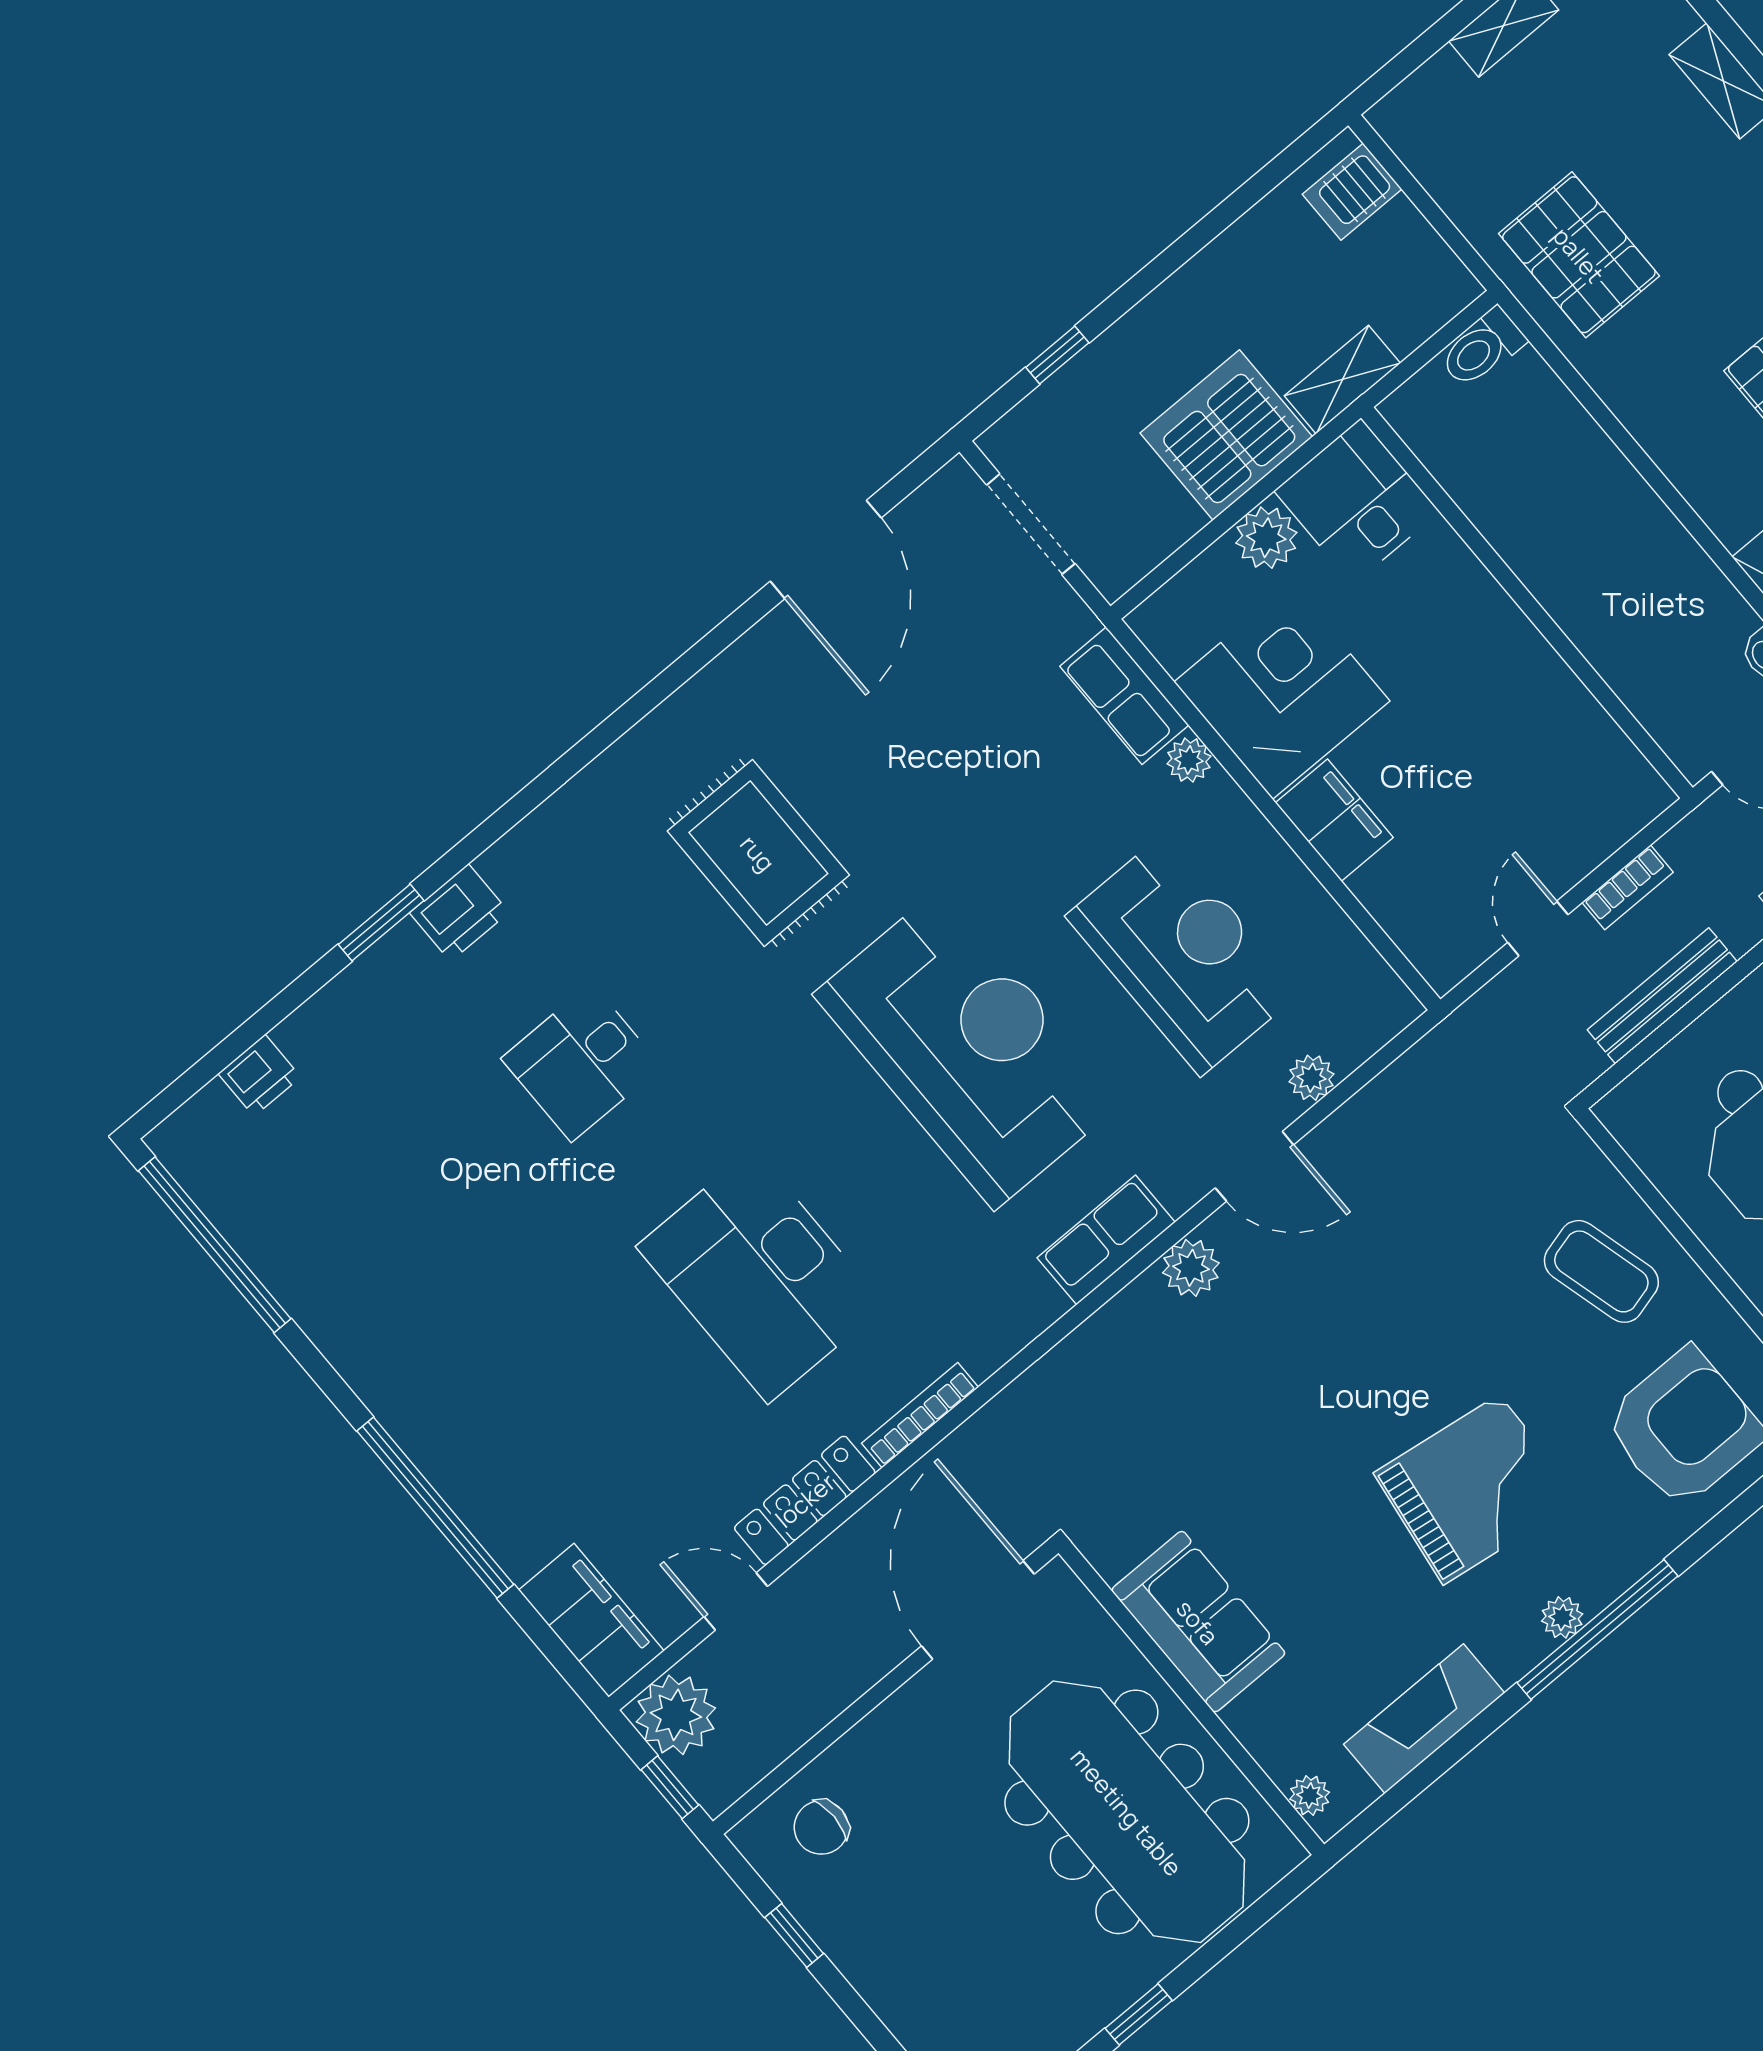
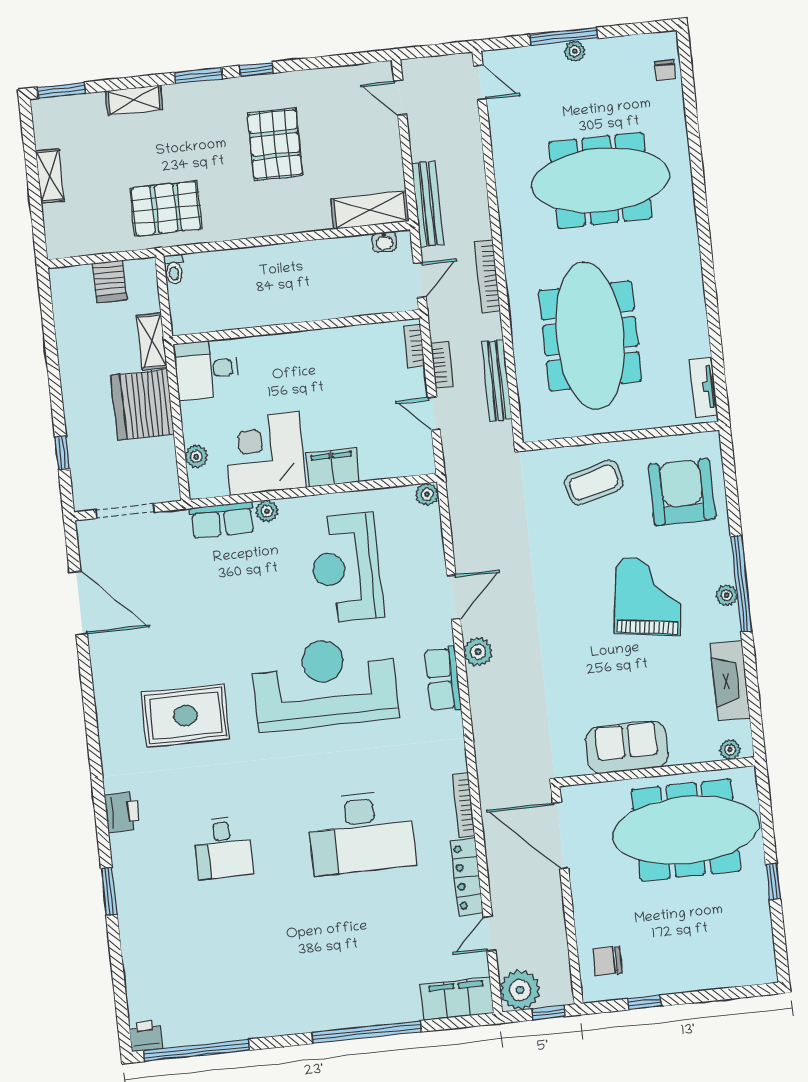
server rack: (1352, 192) -> (110, 282), moved
toilet: (1482, 348) -> (174, 269), width x0.73, depth x0.72
plant: (1266, 538) -> (196, 456), moved, width x0.73, depth x0.73
bookcase: (1628, 820) -> (414, 346), added
printer: (459, 913) -> (122, 812), moved
reception desk: (1183, 954) -> (346, 568), turned -90
printer: (259, 1075) -> (146, 1036), moved, turned -90
plant: (1312, 1078) -> (427, 494), moved
chair: (821, 1827) -> (607, 961), turned 90

